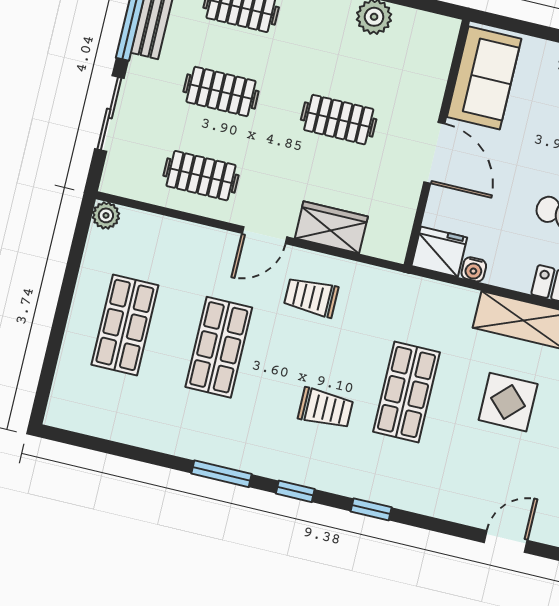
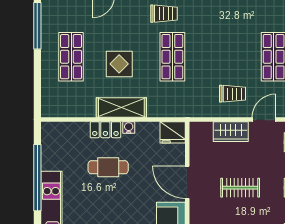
water cooler: (474, 269) -> (129, 128), moved
trolley: (326, 408) -> (164, 14), moved, turned 180

